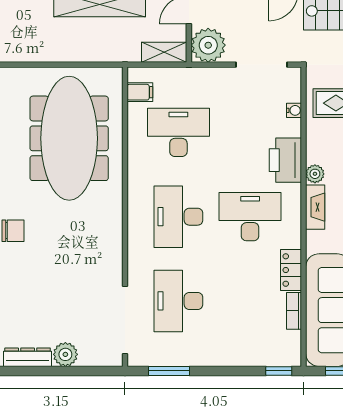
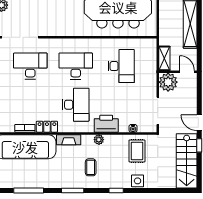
filing cabinet: (140, 92) -> (143, 45), removed
fireplace: (315, 207) -> (69, 140), moved

